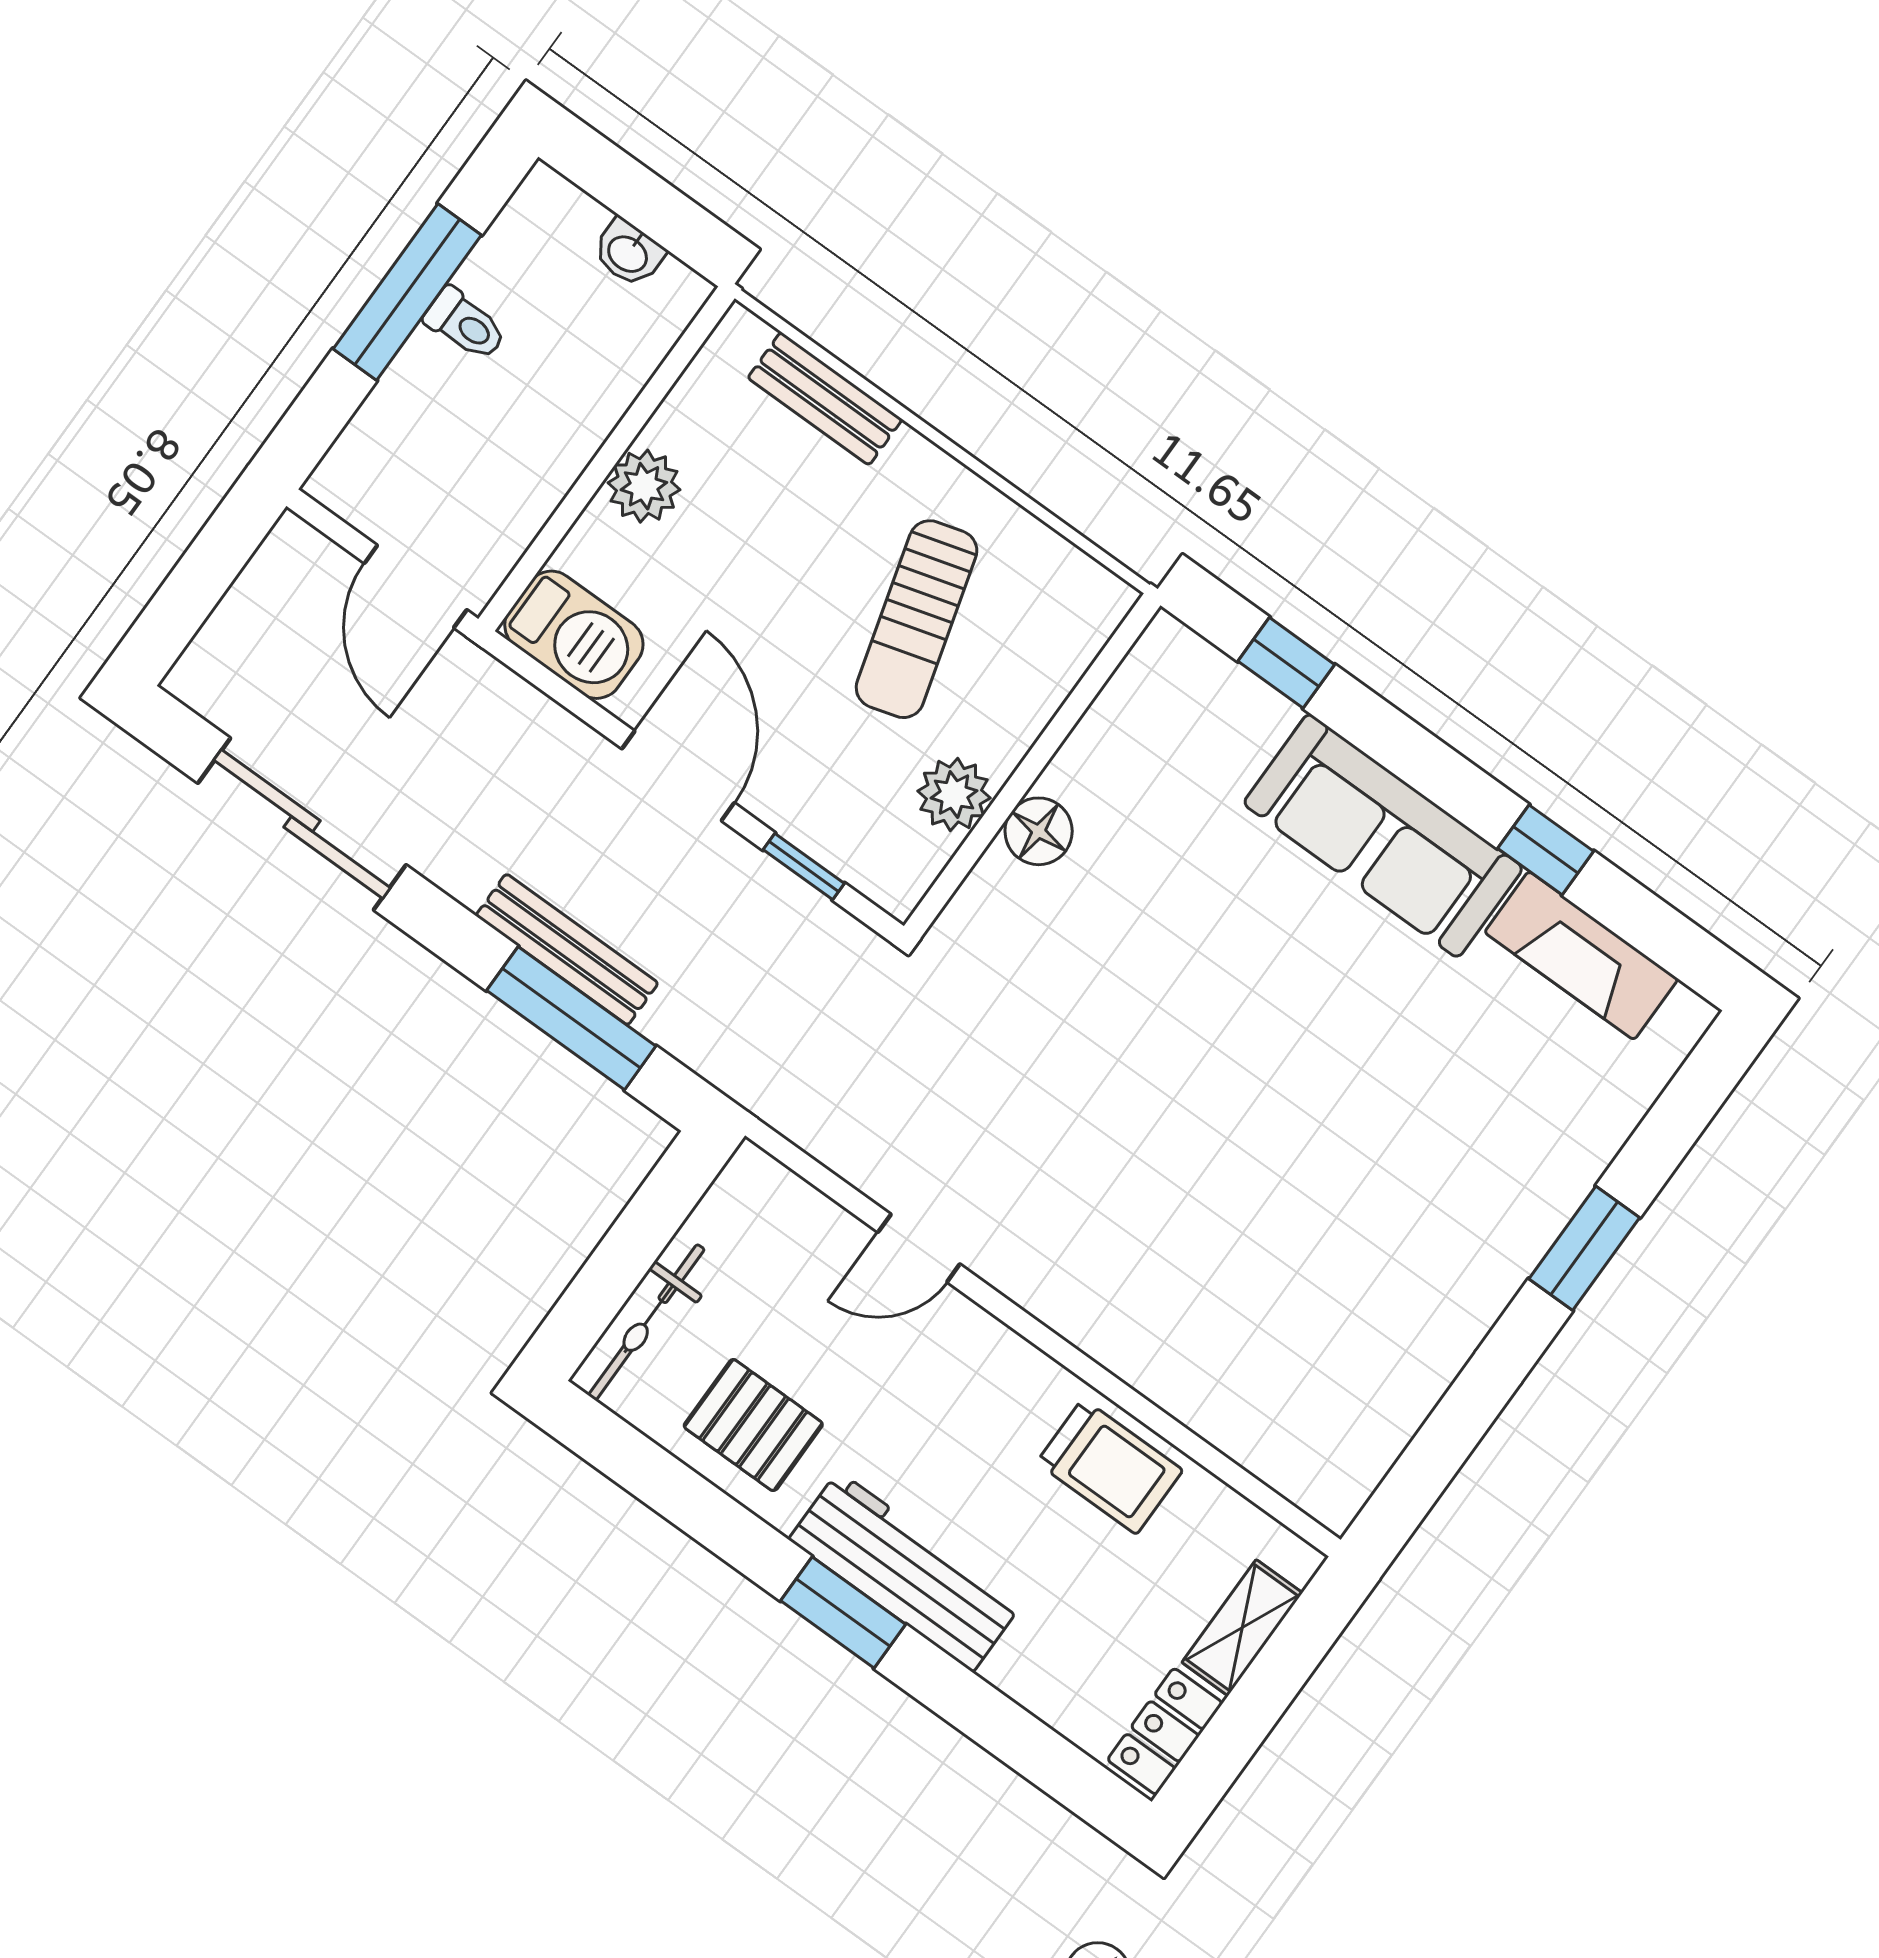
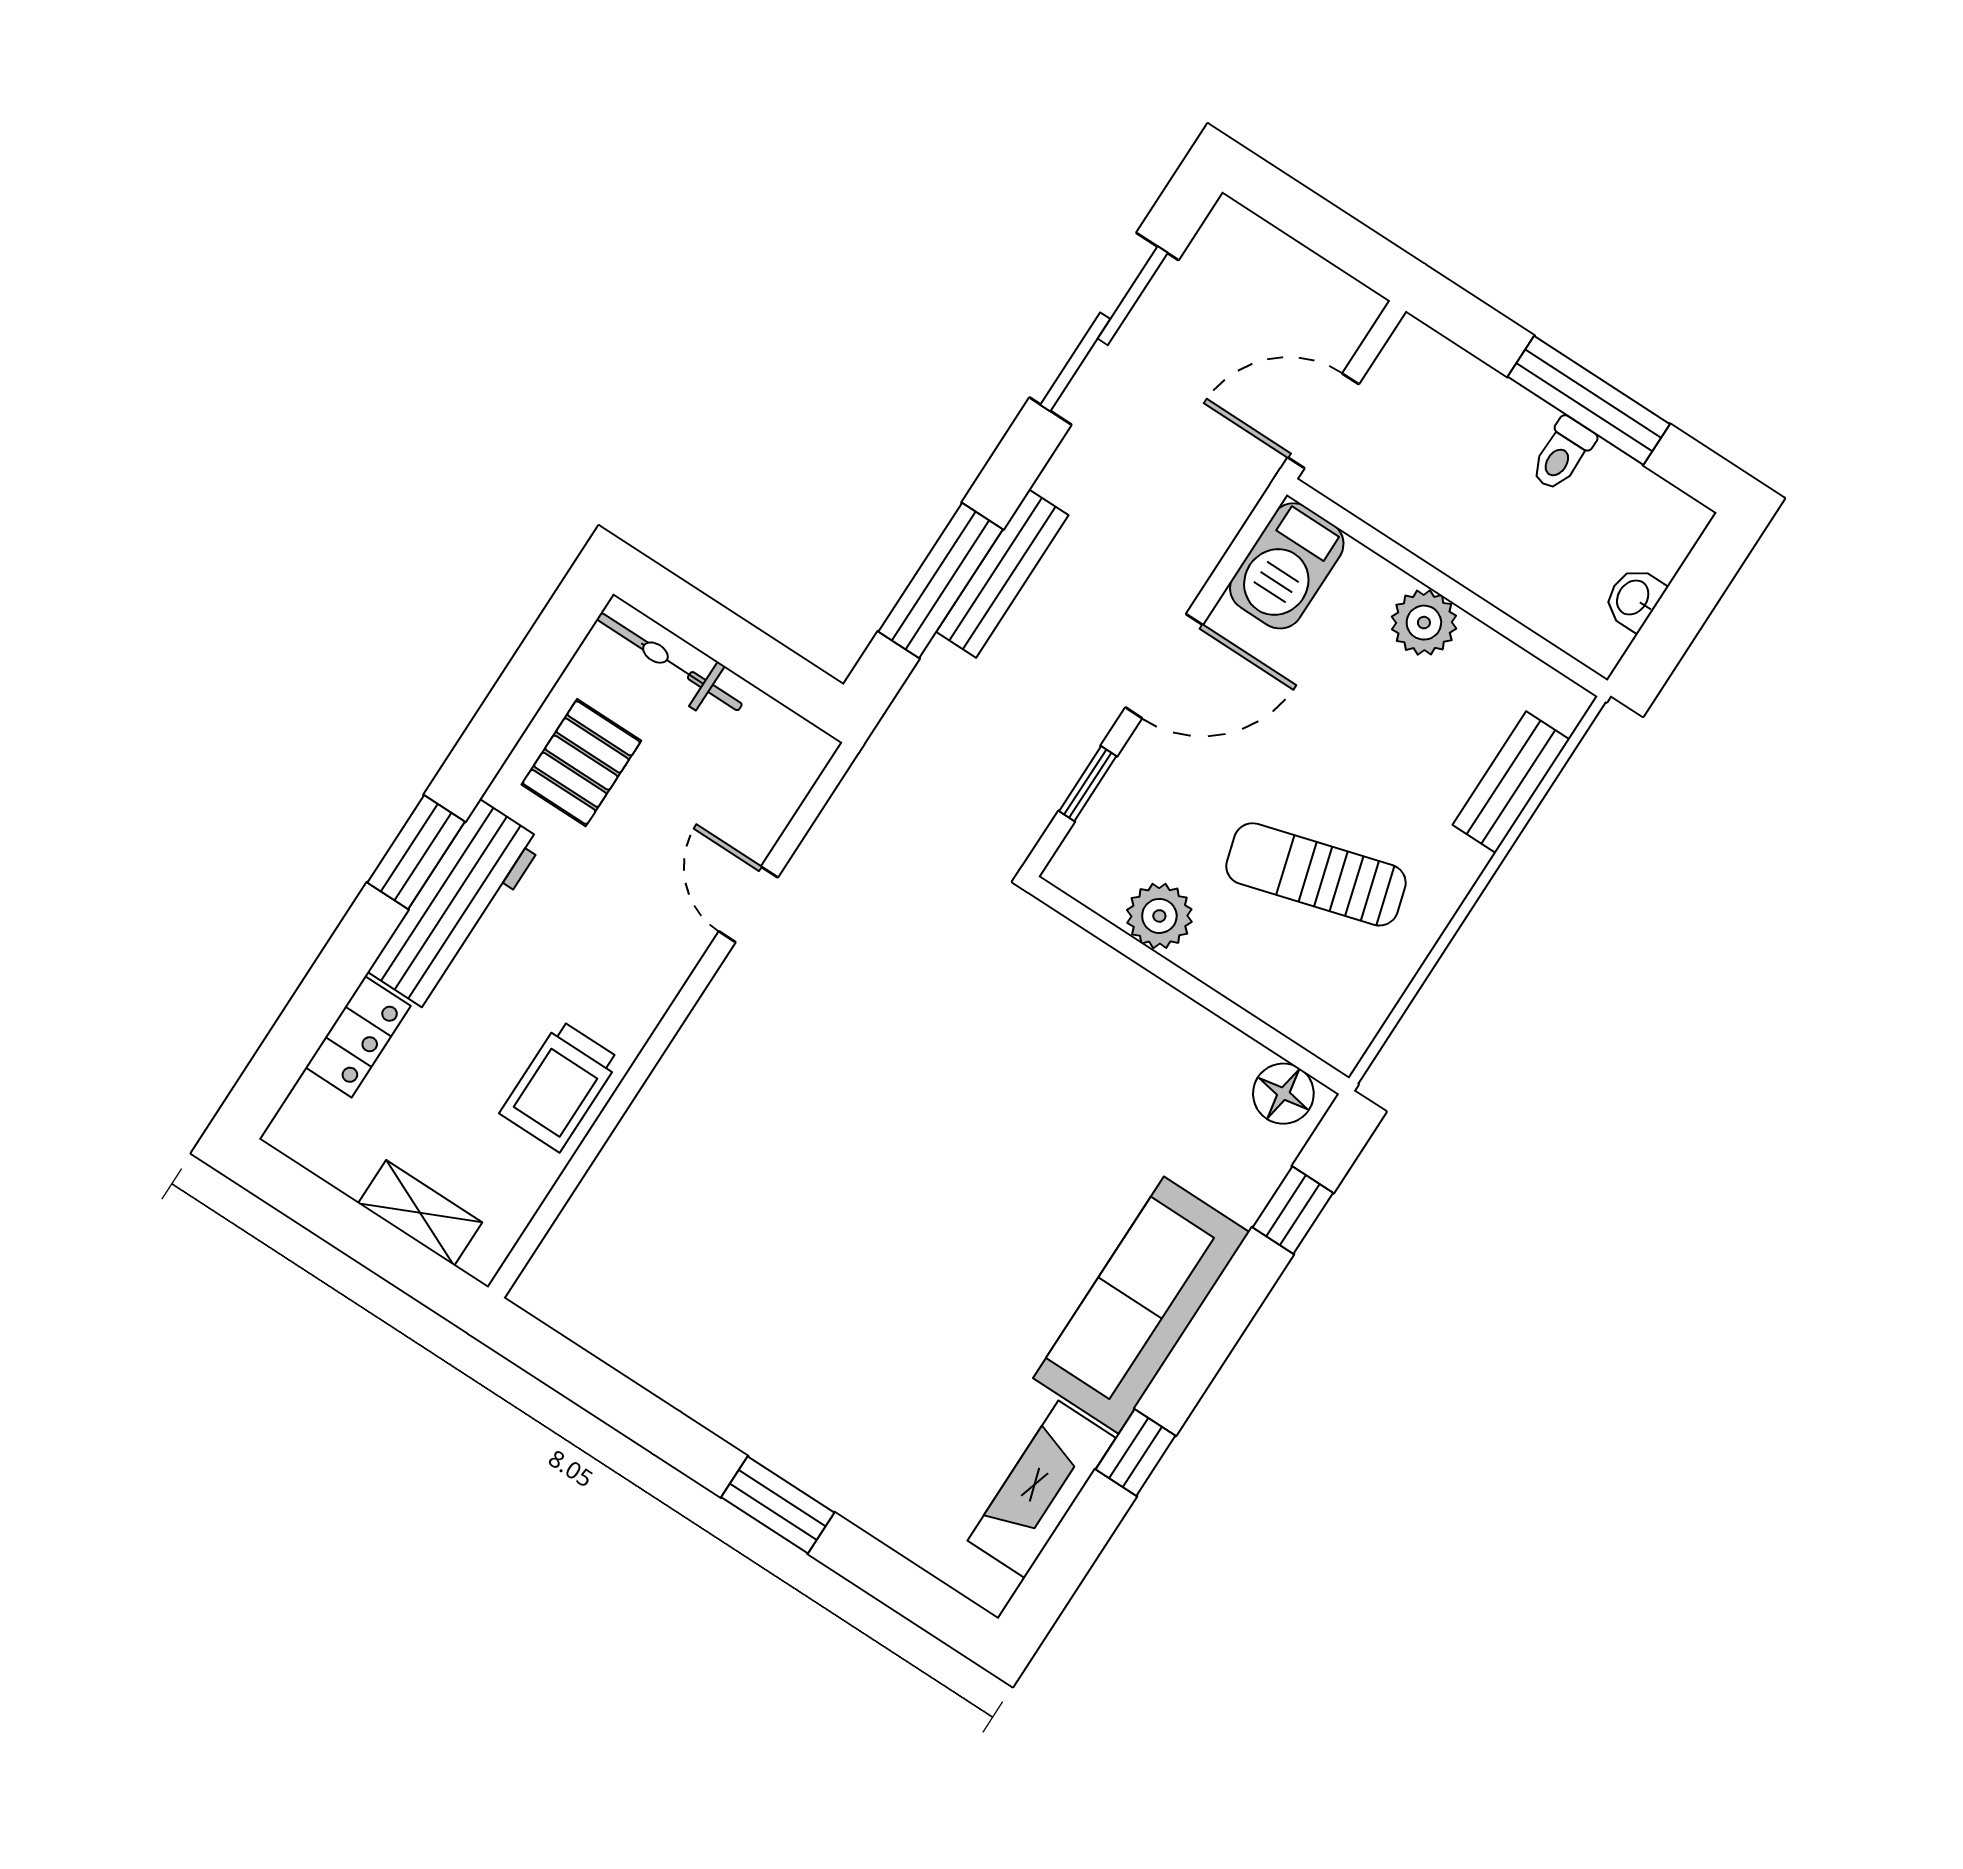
floor lamp: (1039, 831) -> (1283, 1094), moved
locker: (1165, 1731) -> (358, 1037), moved, turned 90

